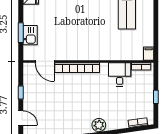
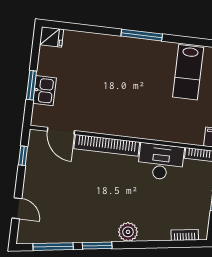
desk: (120, 74) -> (161, 162), width x1.37
window: (21, 92) -> (23, 156), moved

